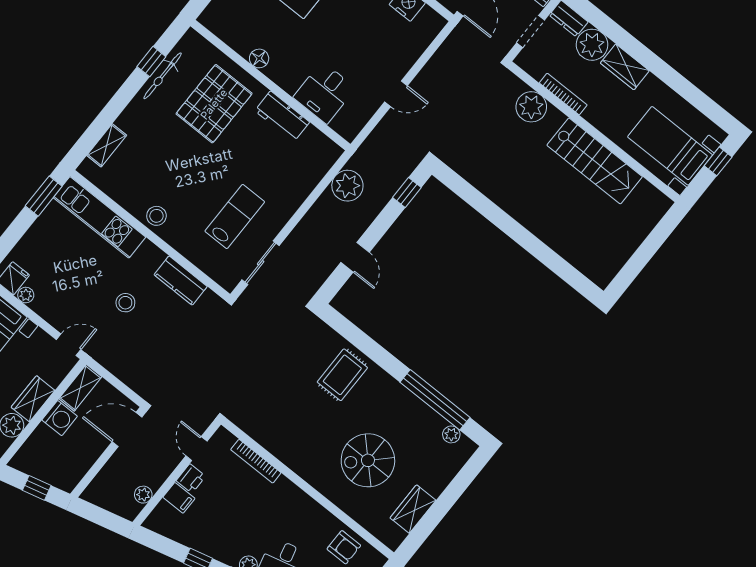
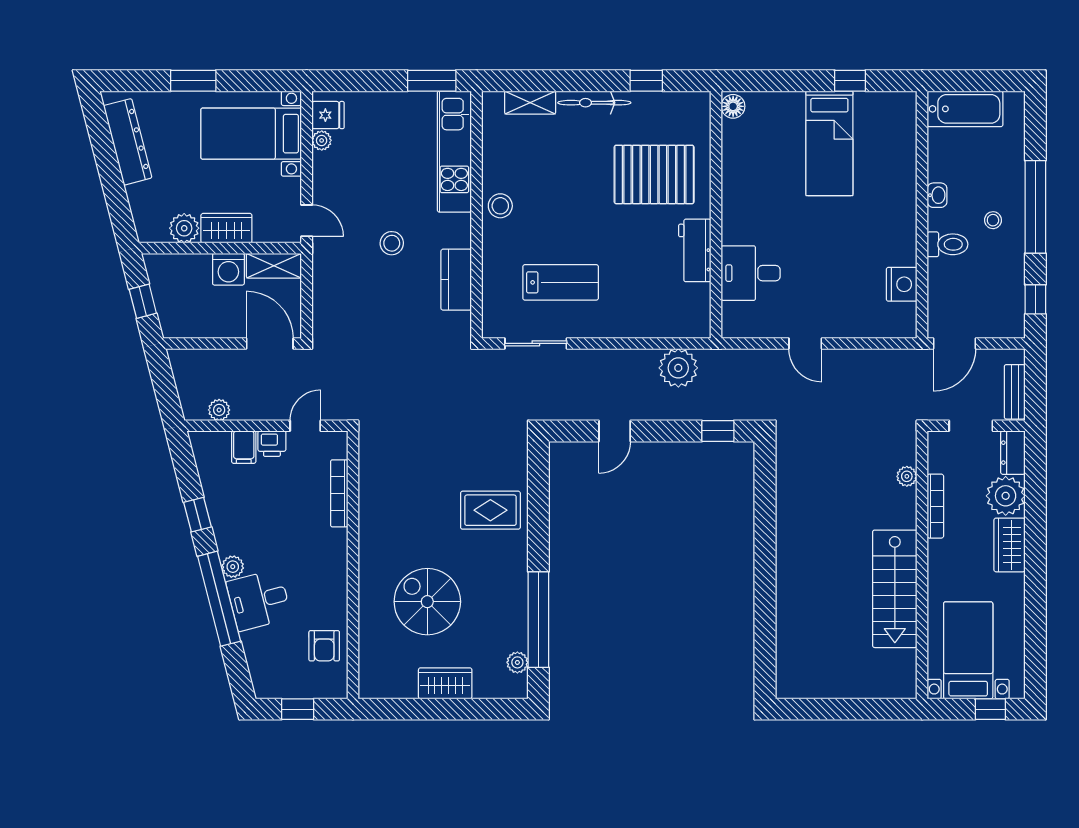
floor lamp: (259, 58) -> (733, 106), moved
bicycle: (163, 76) -> (594, 103), moved
plant: (531, 107) -> (907, 476), width x0.53, depth x0.53
wardrobe: (413, 509) -> (445, 683), moved

